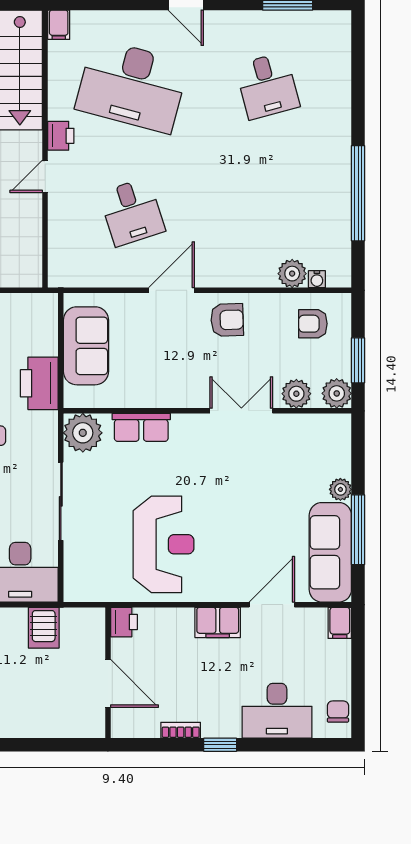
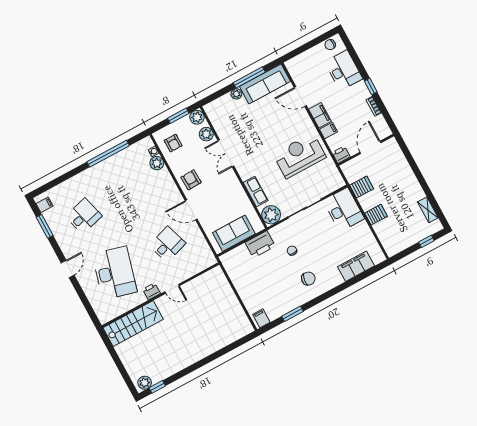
filing cabinet: (59, 25) -> (45, 205), moved
filing cabinet: (340, 623) -> (328, 130), moved

